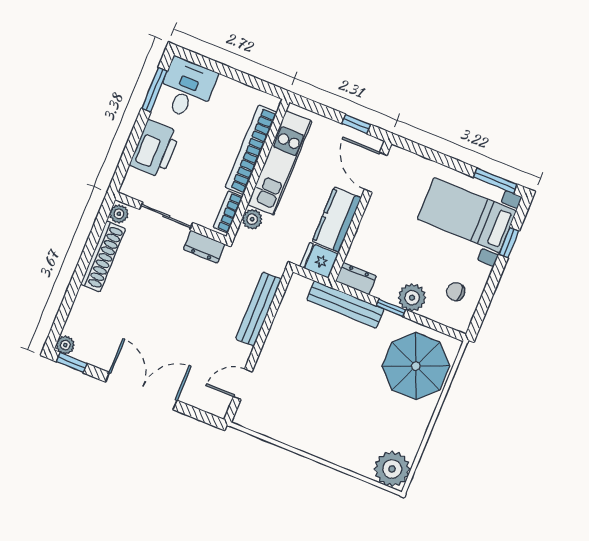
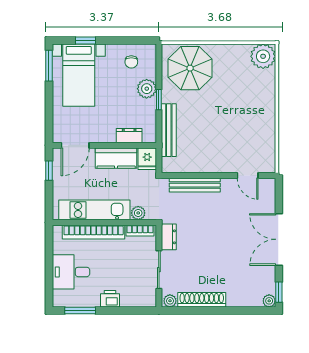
desk: (187, 89) -> (71, 272), moved
printer: (155, 149) -> (110, 299), width x0.53, depth x0.68
dresser: (356, 279) -> (129, 136), moved, turned 90

